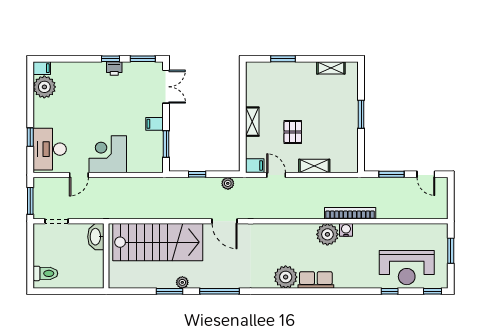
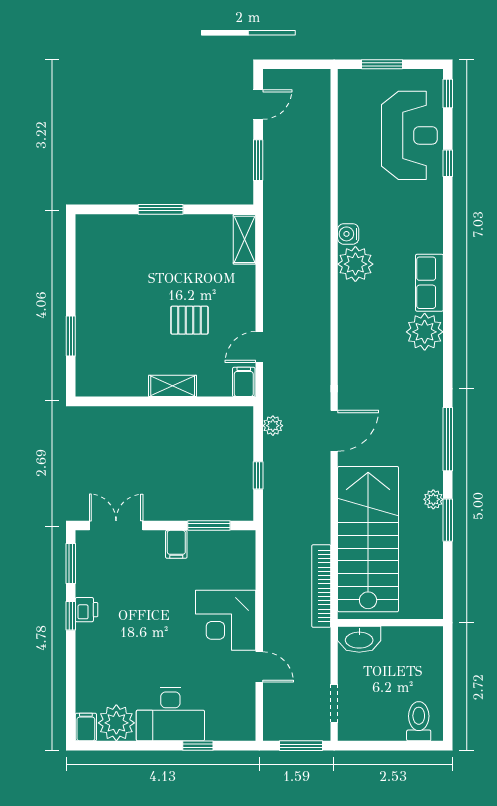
shelving: (331, 68) -> (86, 258), removed
desk: (50, 149) -> (170, 714), moved
shelving: (314, 166) -> (245, 239), moved
bookcase: (350, 213) -> (321, 586), moved

